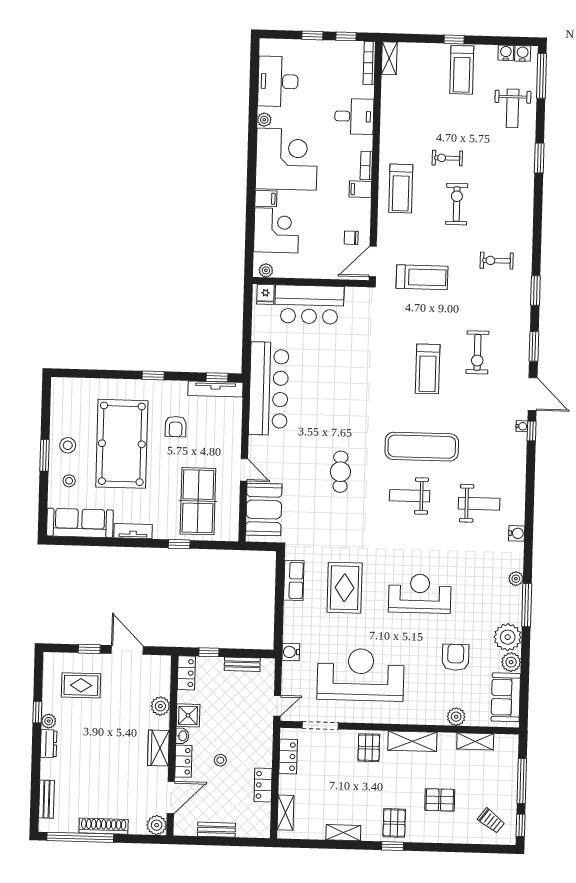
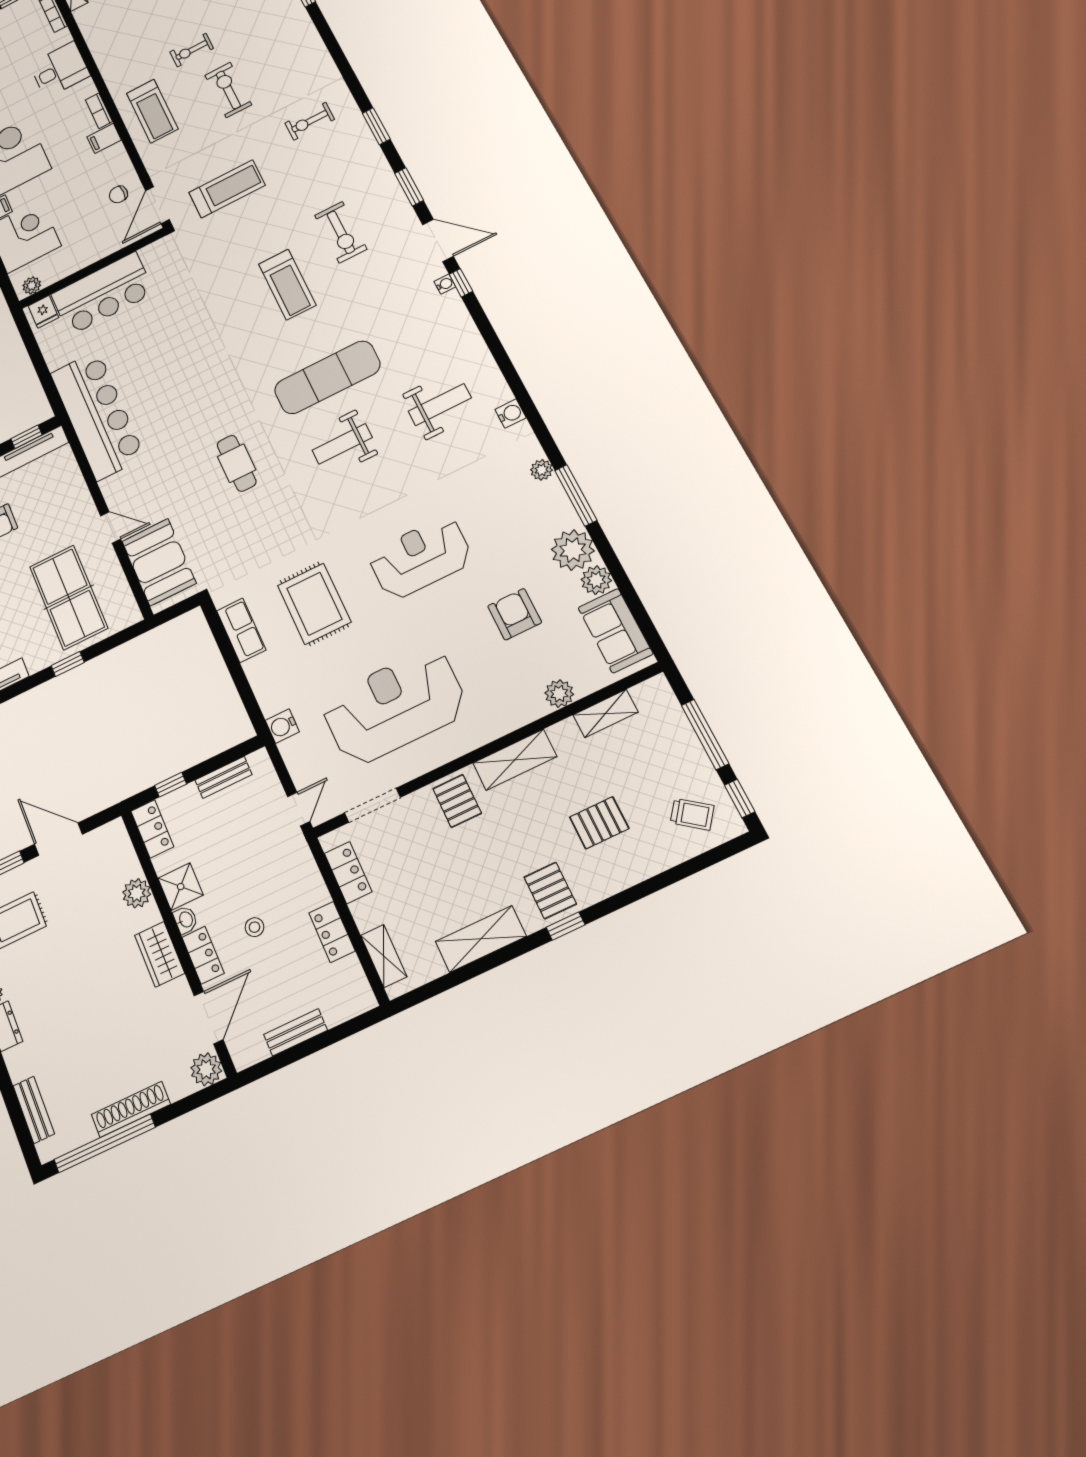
shelving: (343, 833) -> (481, 939), width x1.50, depth x1.33

